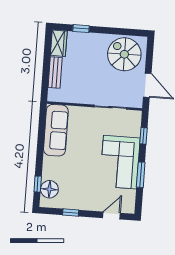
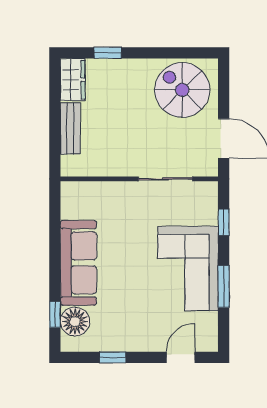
sofa: (56, 130) -> (78, 263), moved

